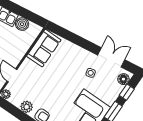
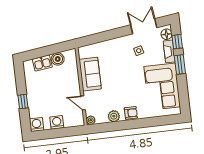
sofa: (44, 48) -> (90, 74), moved
fireplace: (114, 94) -> (169, 51), added

